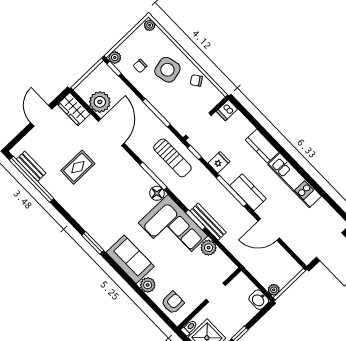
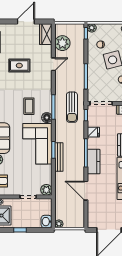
door: (111, 132) -> (53, 64), width x0.53
coffee table: (128, 199) -> (29, 106), added
plant: (209, 248) -> (46, 190), moved

